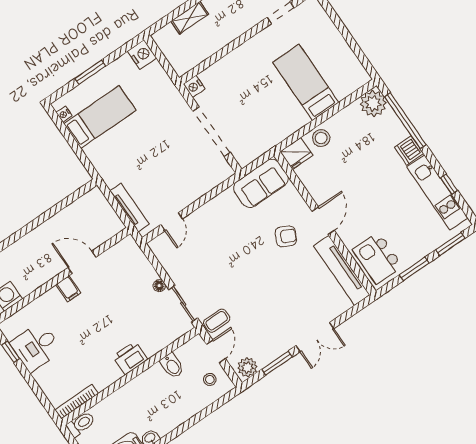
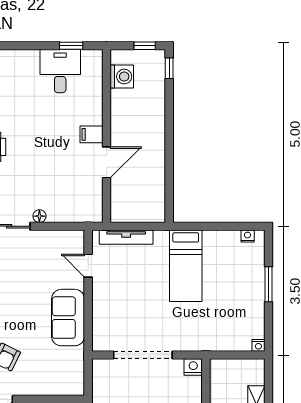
nightstand: (142, 55) -> (258, 345), width x0.53, depth x0.56
bed: (100, 117) -> (186, 266), moved
sofa: (261, 183) -> (68, 318), moved

